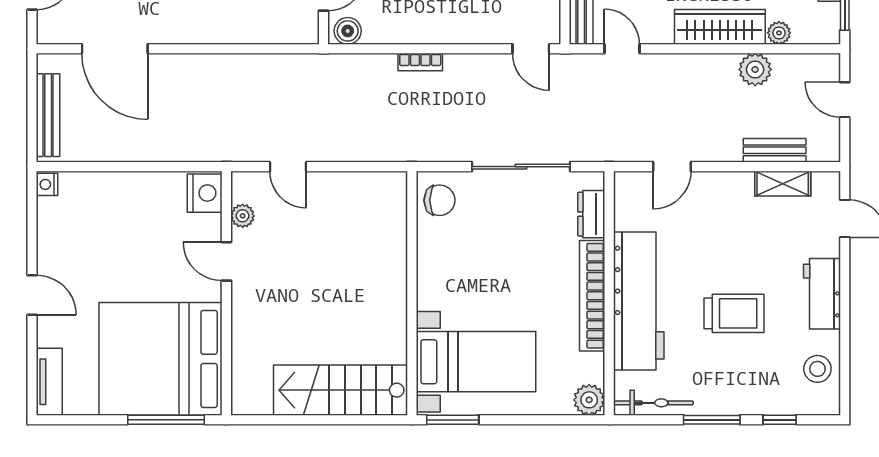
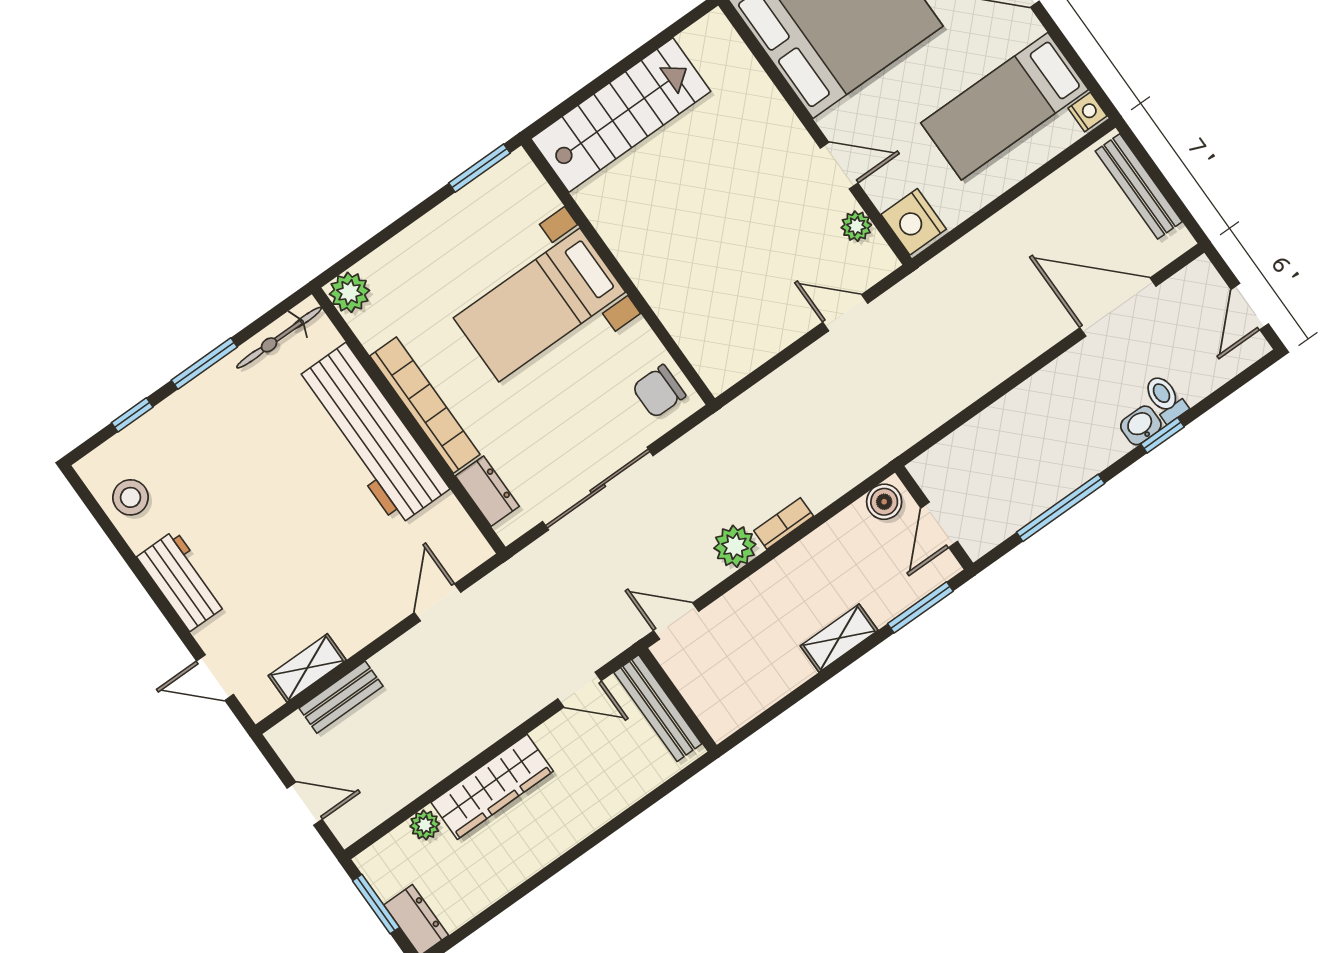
plant: (755, 69) -> (735, 546), moved
bed: (96, 225) -> (1005, 106), added
trolley: (734, 313) -> (261, 493), removed
bed with nightstands: (476, 362) -> (539, 305), moved

